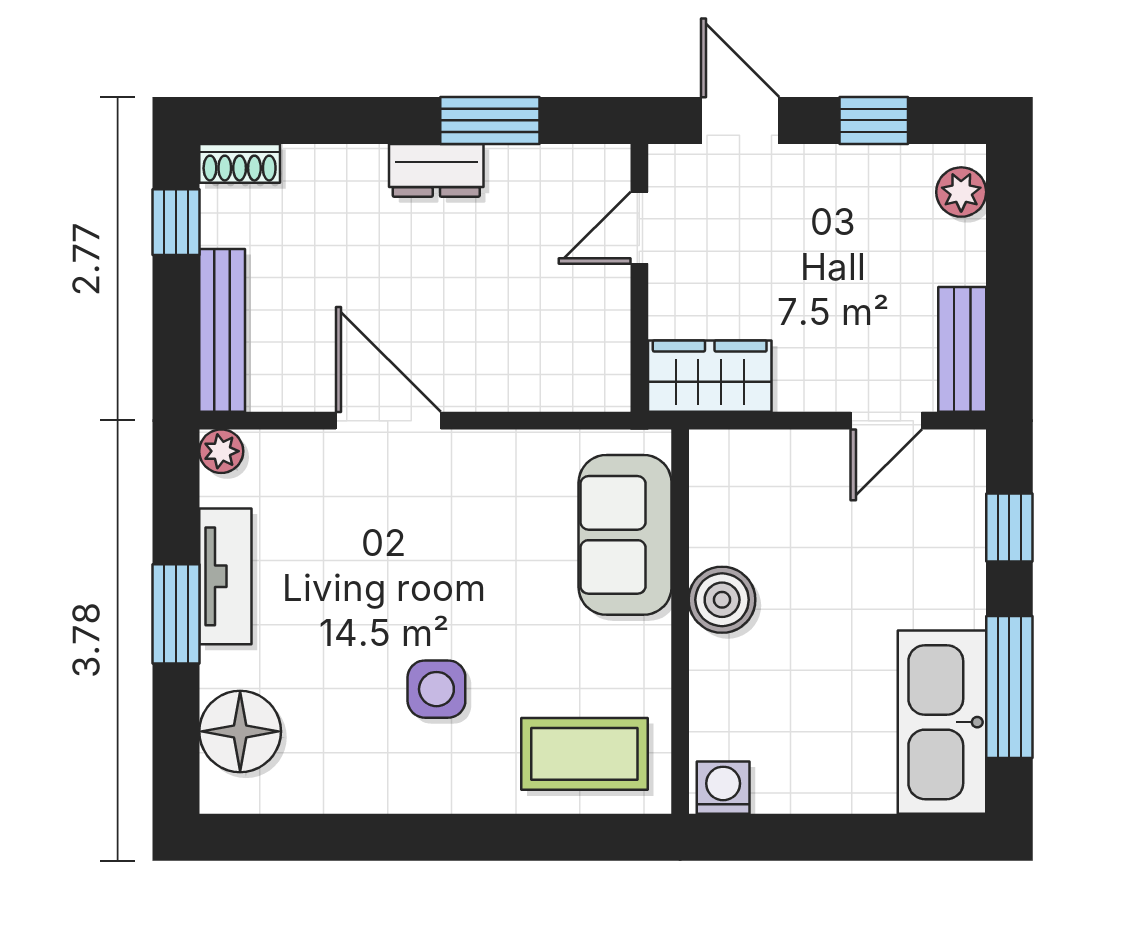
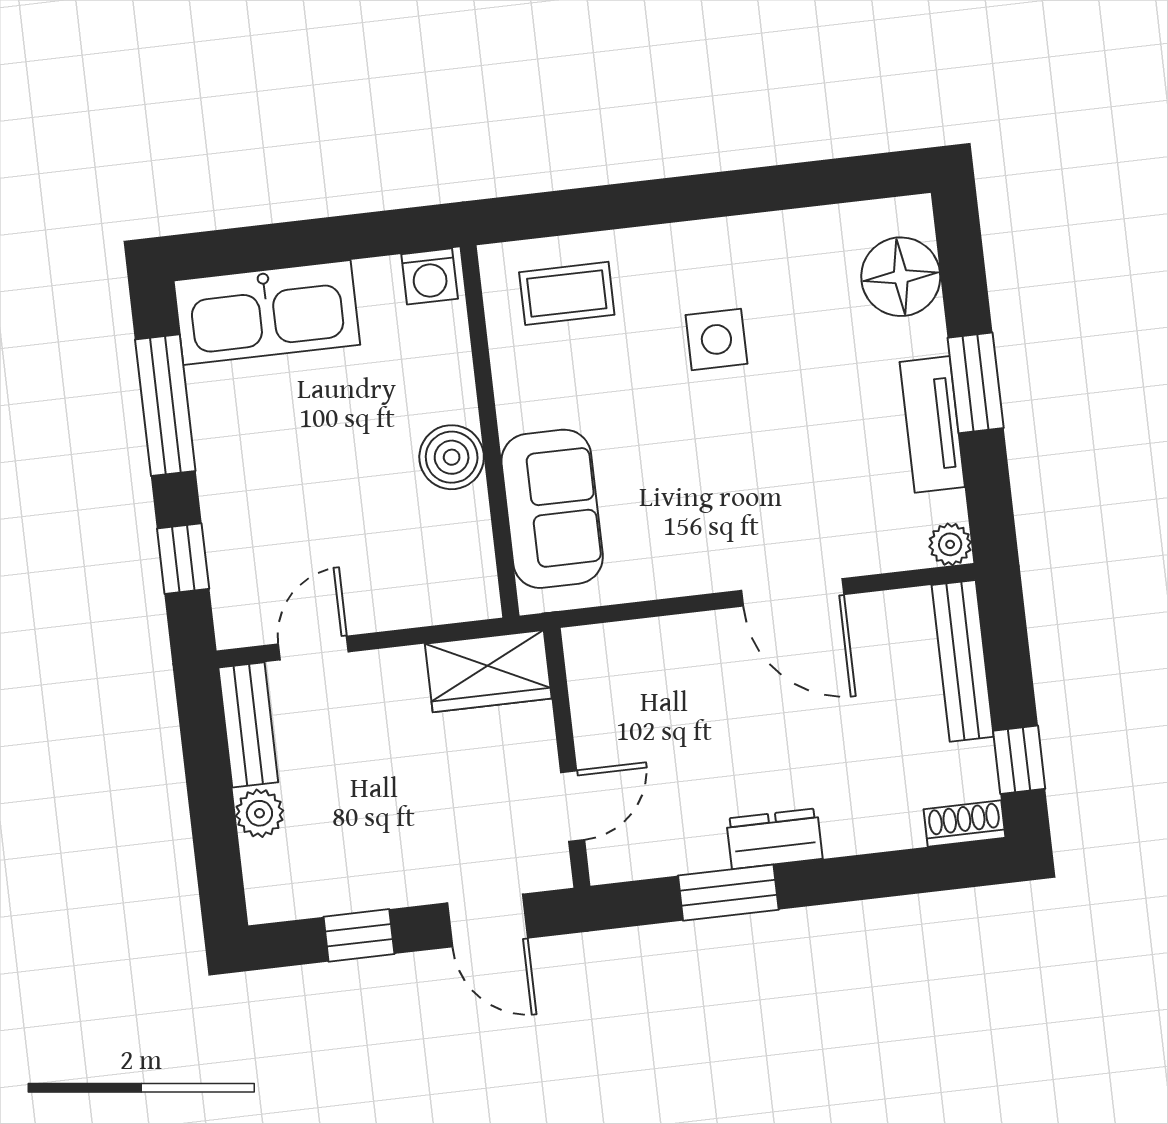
plant: (961, 192) -> (259, 813), moved
kitchen sink: (942, 722) -> (267, 313), moved, turned 90
coffee table: (584, 754) -> (567, 293), width x0.73, depth x0.77

